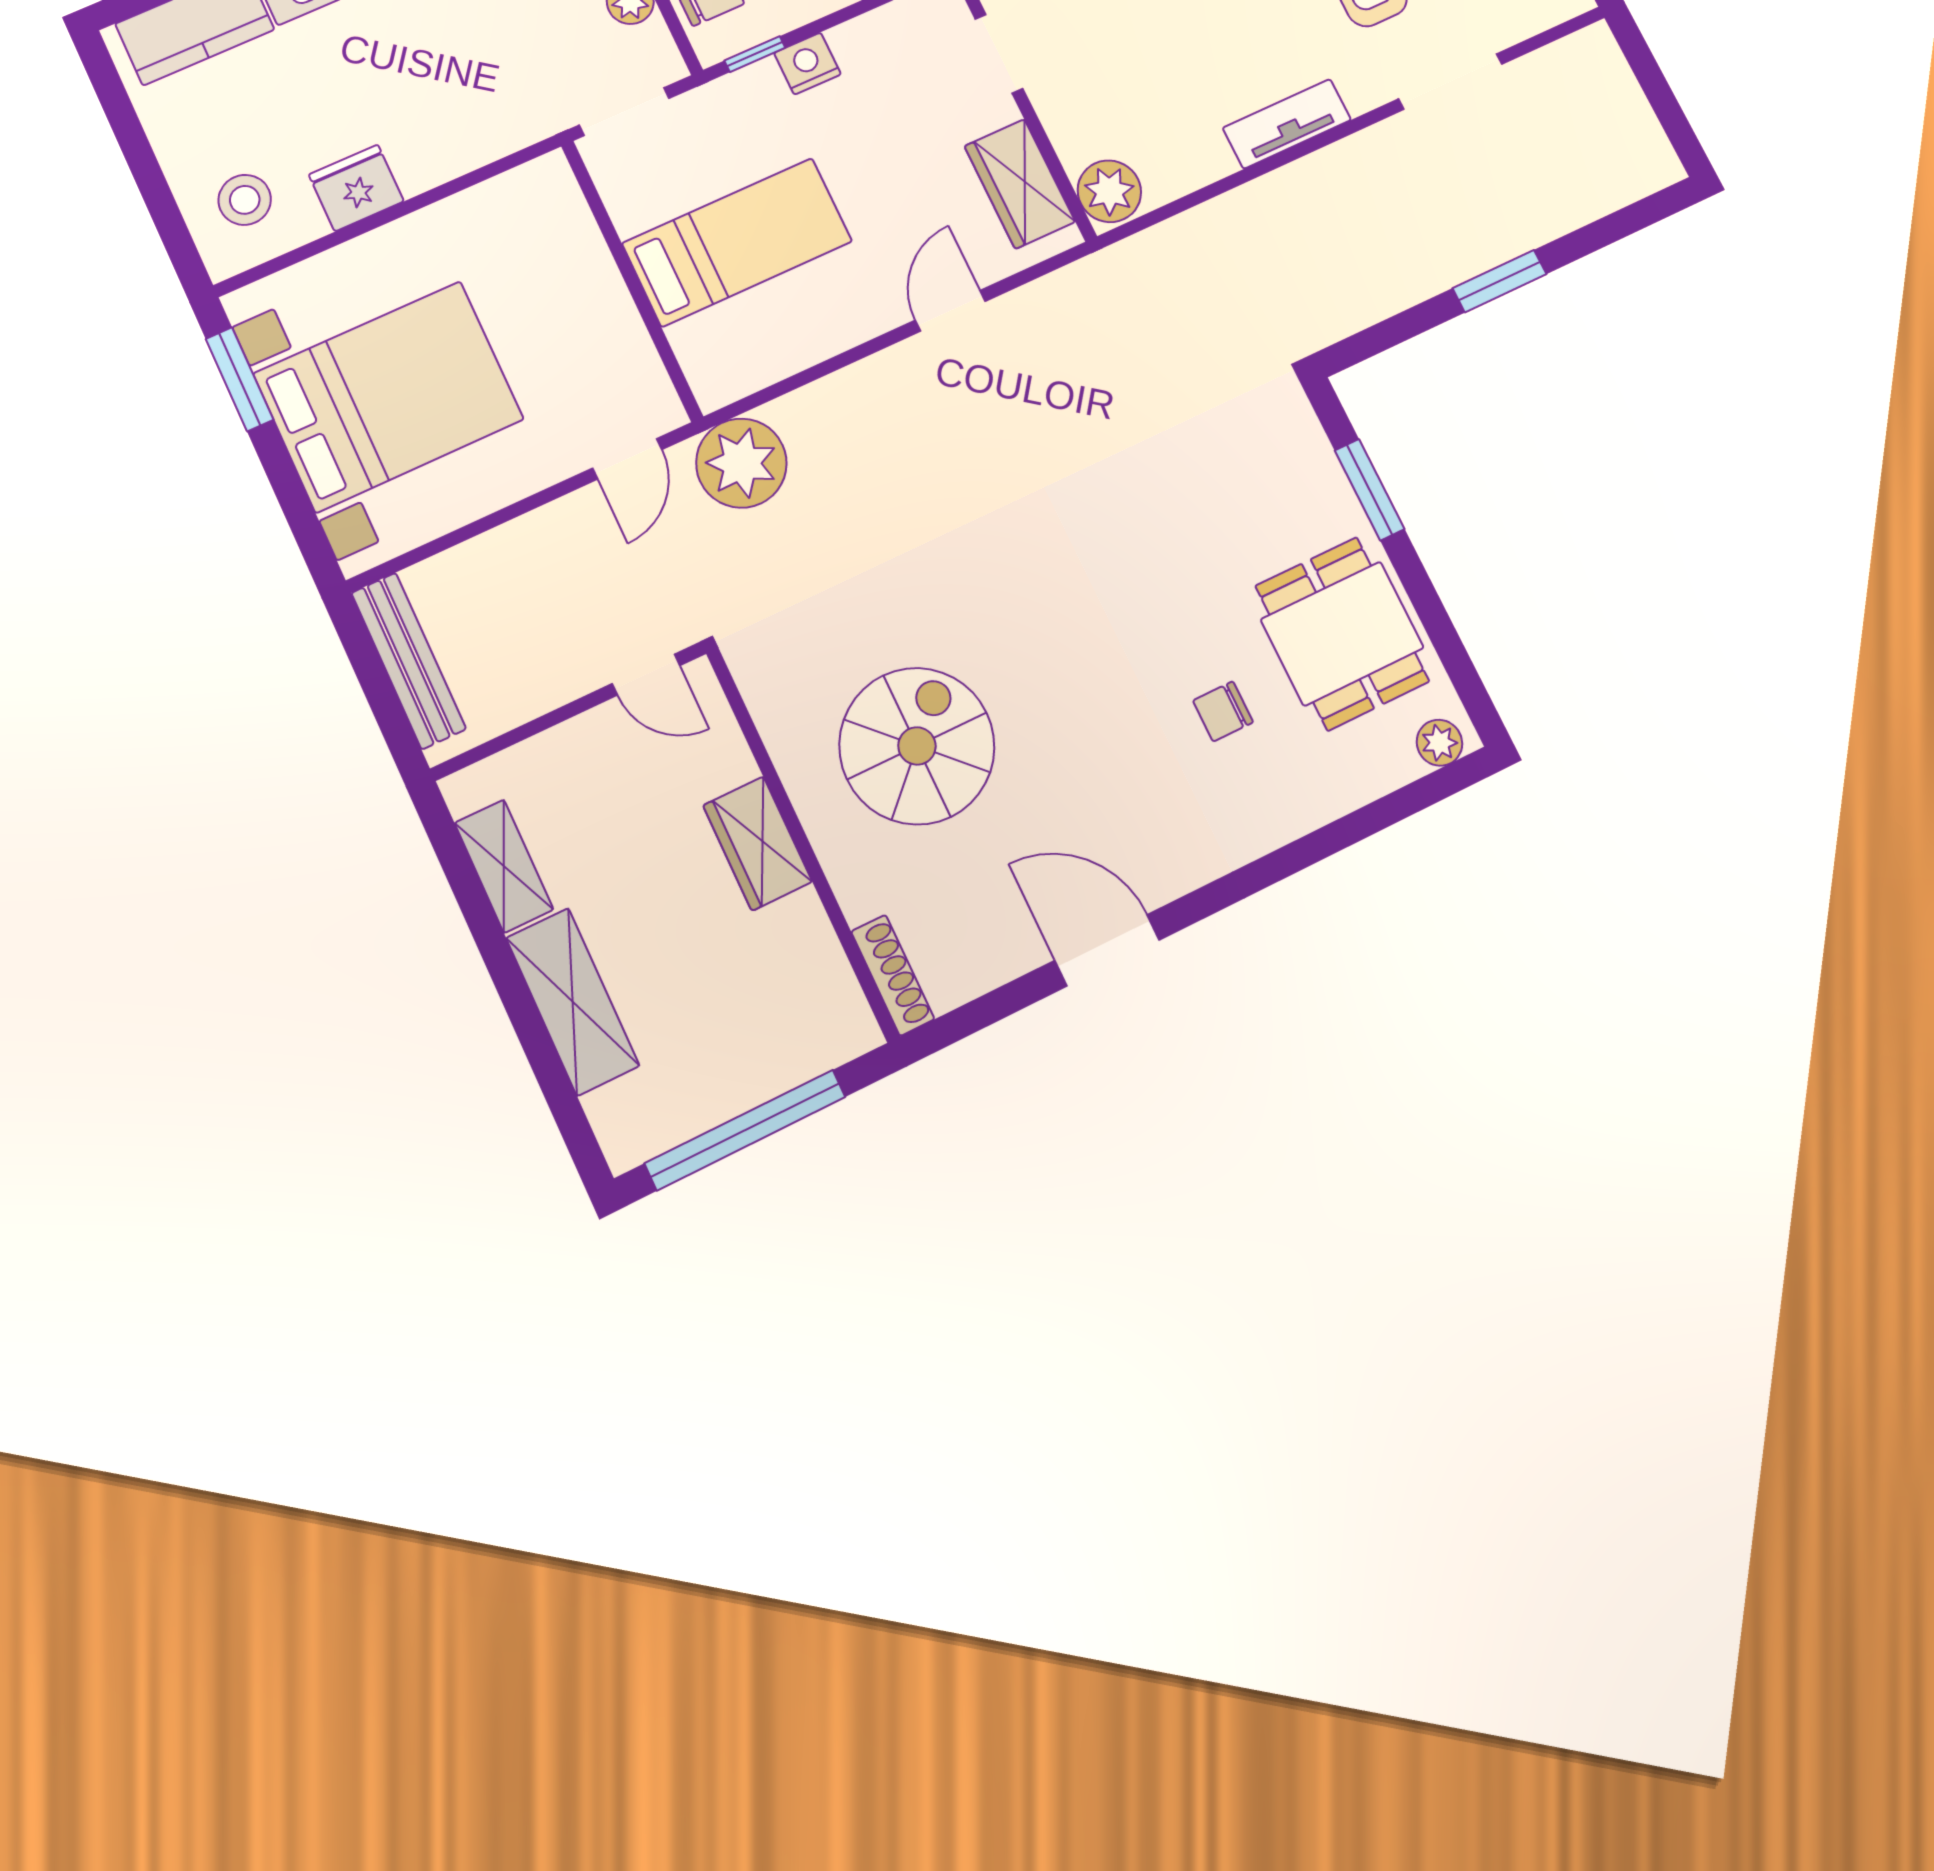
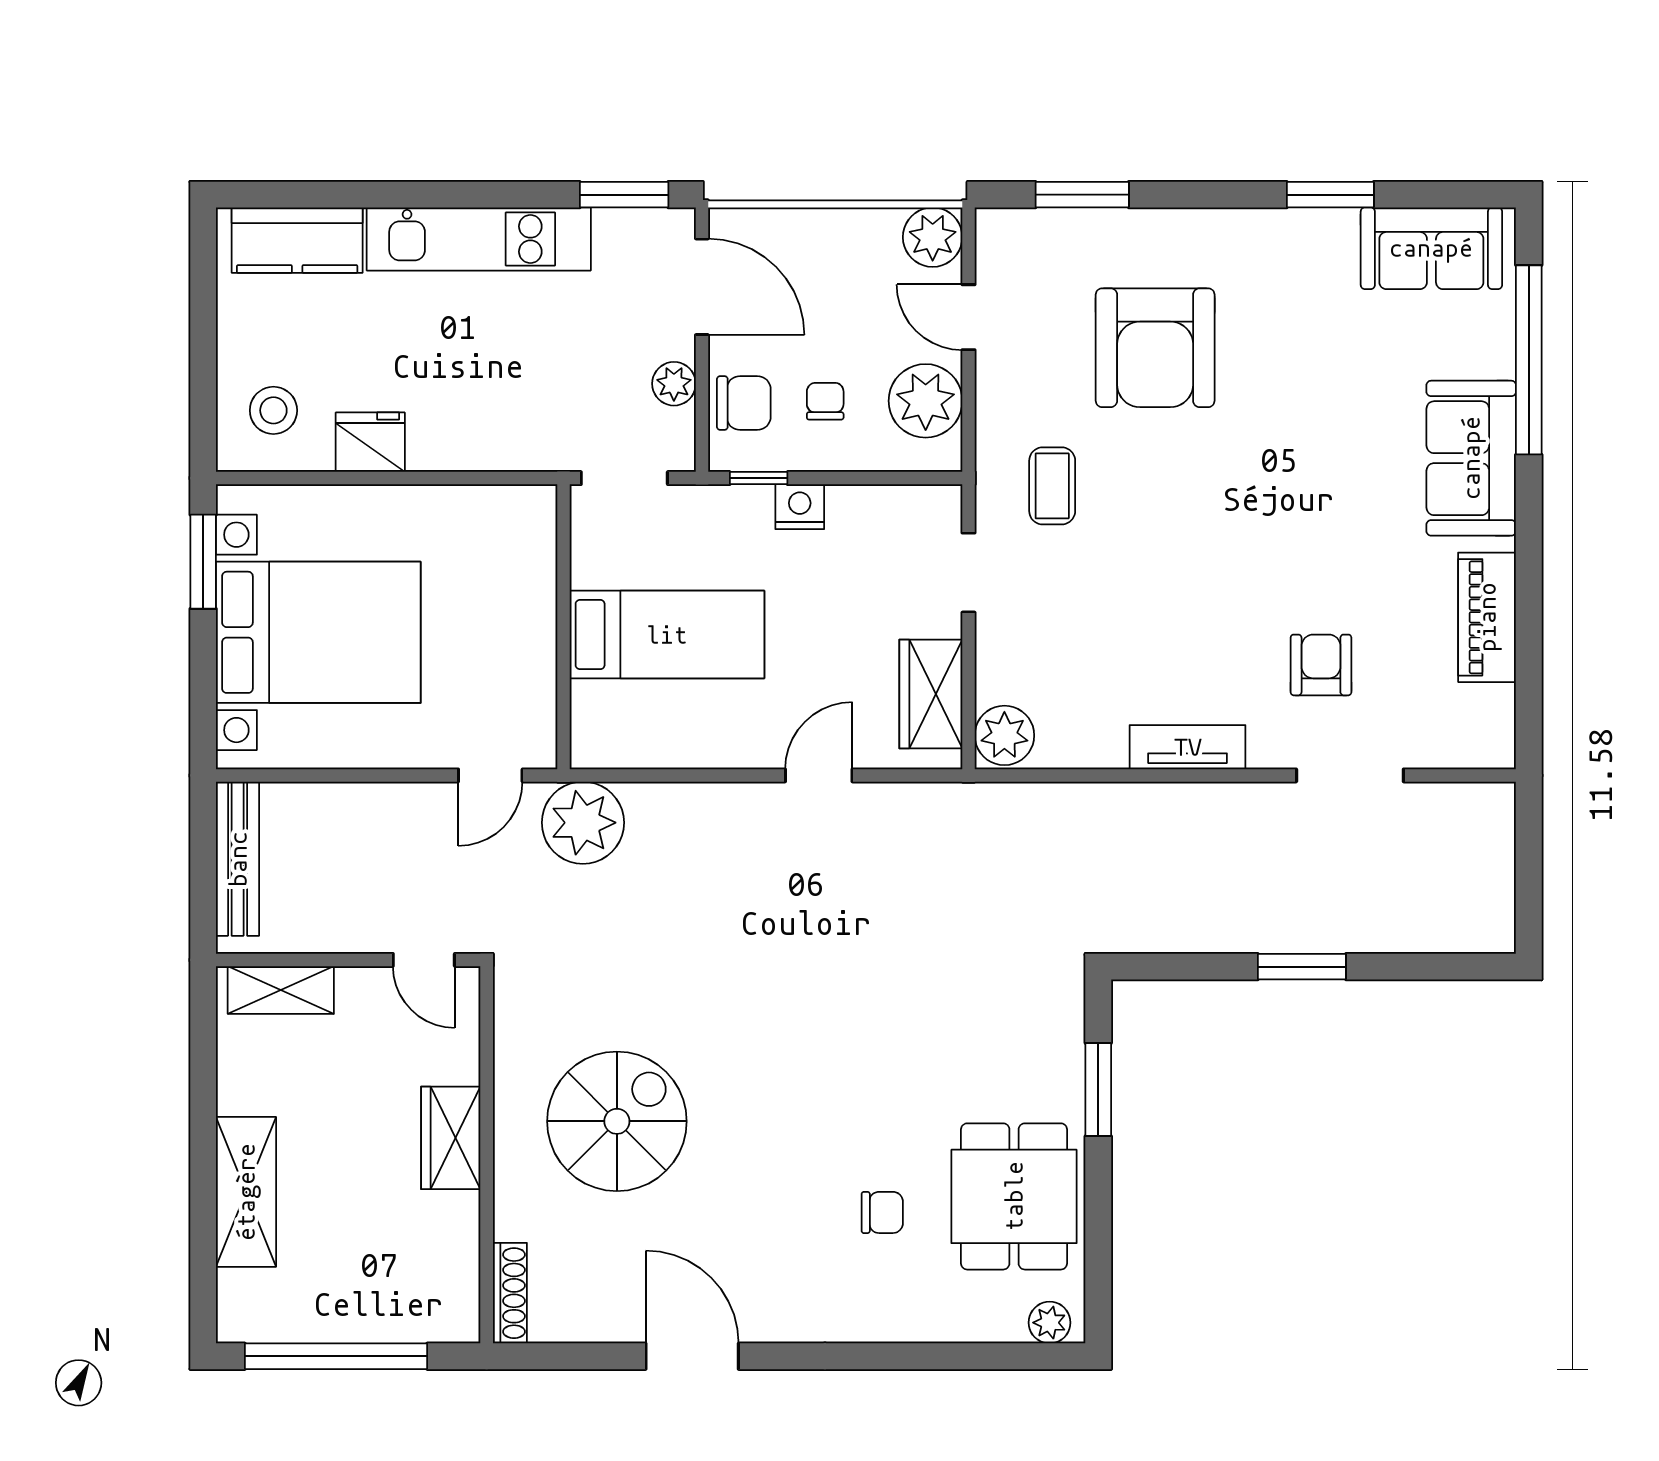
chair: (1223, 711) -> (882, 1212), turned 180
shelving: (504, 866) -> (281, 990), moved, turned 90

